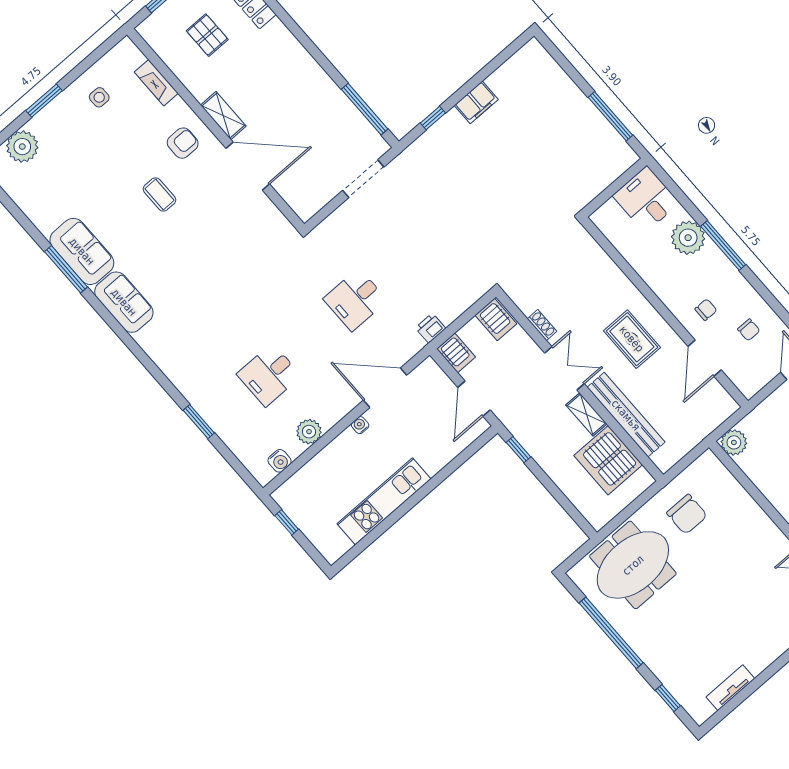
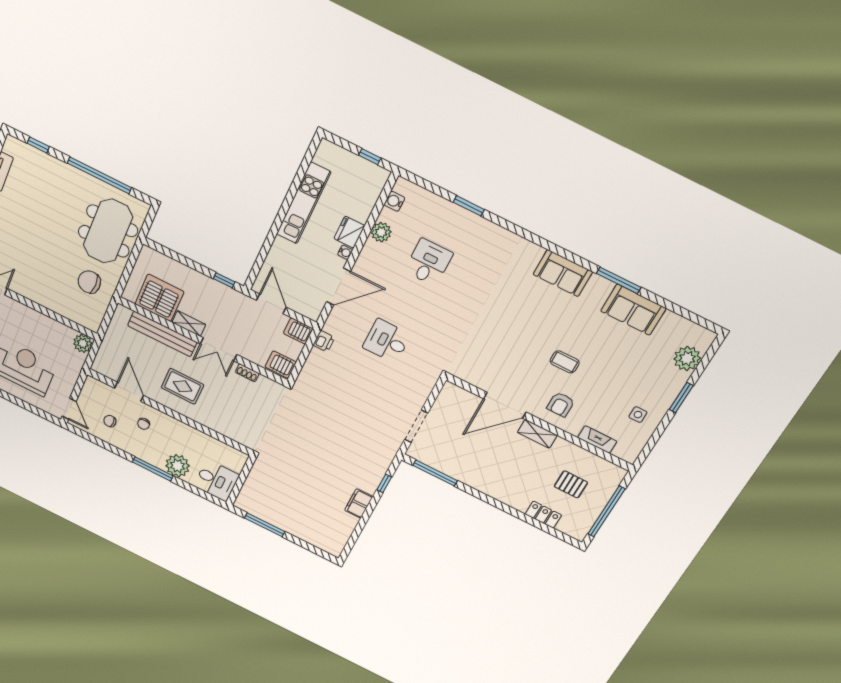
sofa: (82, 251) -> (633, 310), moved
desk: (355, 300) -> (387, 341), turned -90
fridge: (345, 447) -> (349, 232), added

